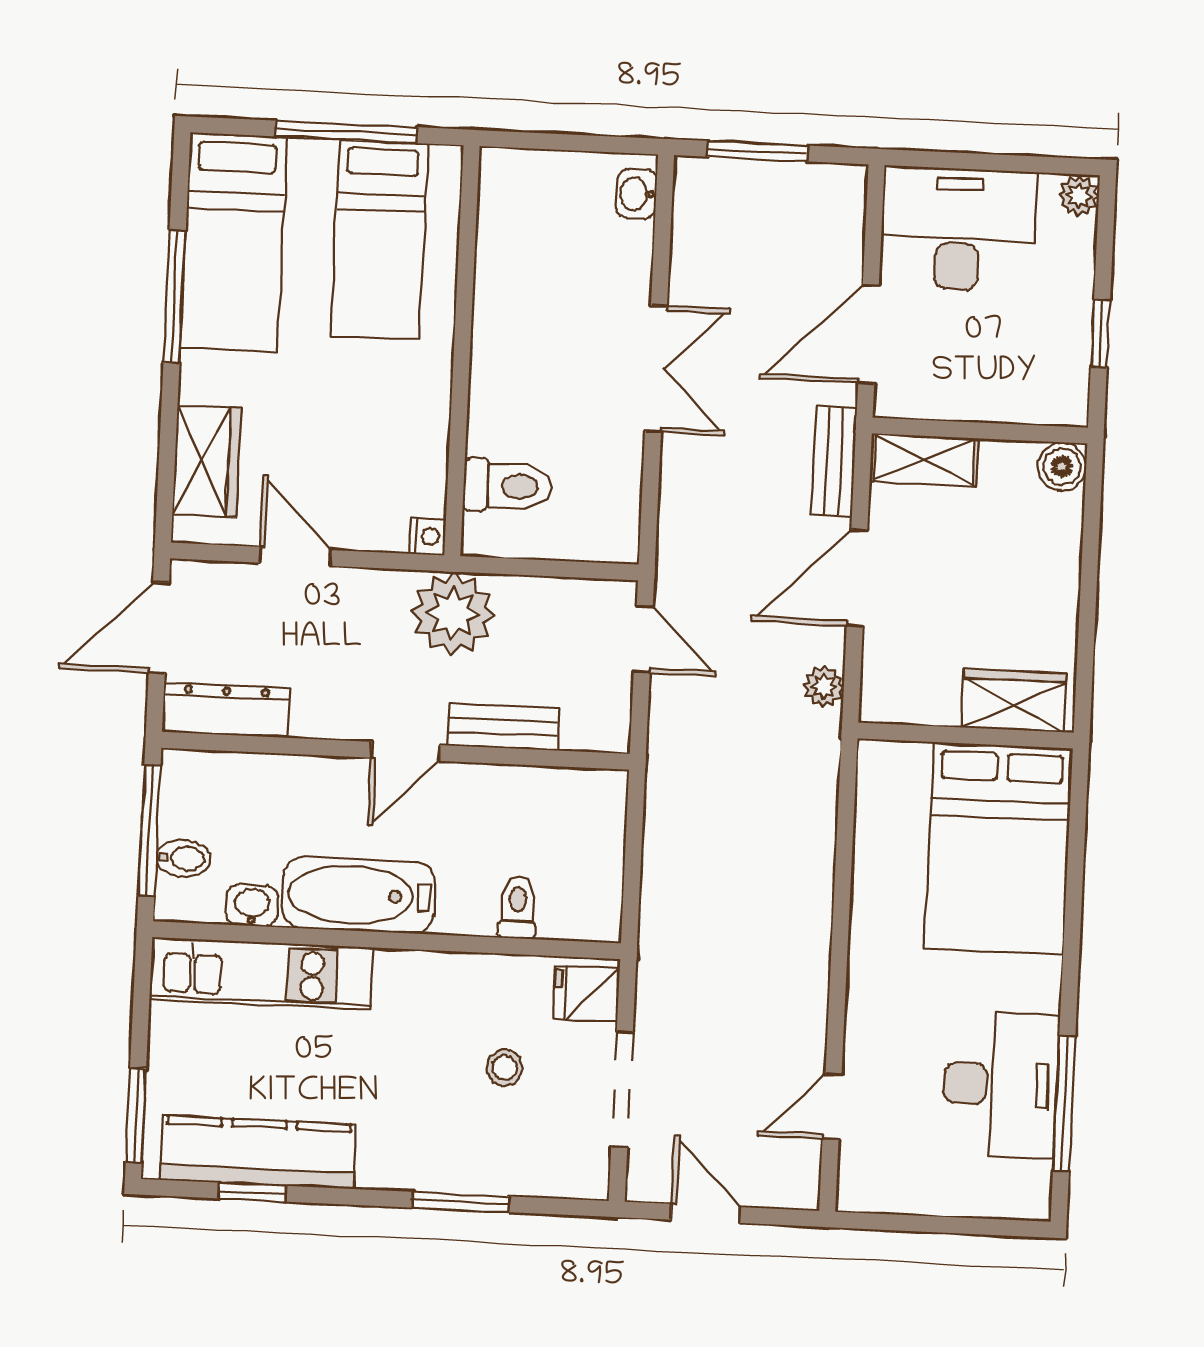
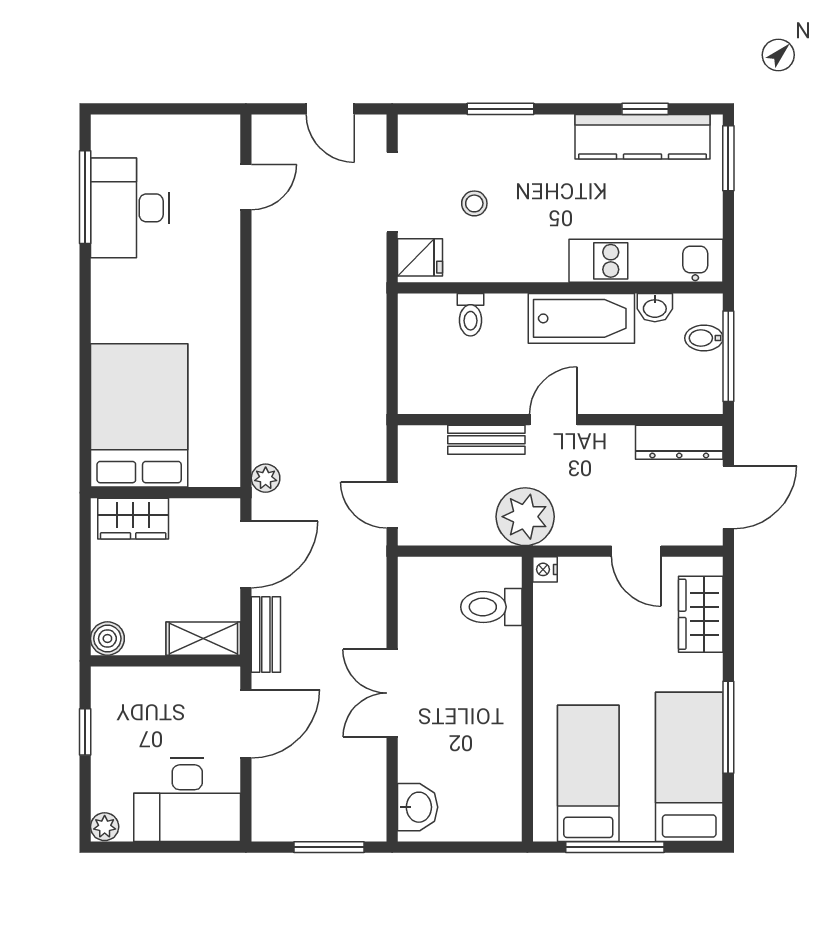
washbasin: (636, 194) -> (418, 807), width x1.38, depth x1.45
wardrobe: (1014, 700) -> (133, 519), moved
wall: (966, 736) -> (166, 493), moved
bed: (998, 849) -> (139, 415), moved

